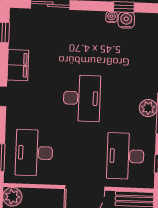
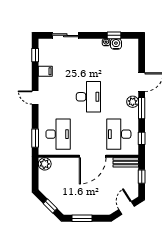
filing cabinet: (18, 65) -> (45, 71), width x0.50
desk: (34, 153) -> (58, 134), turned 180

